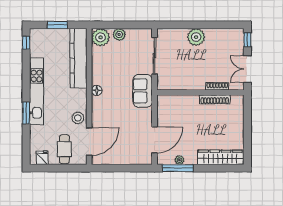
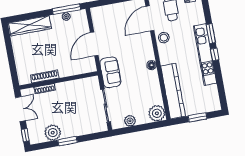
window: (203, 25) -> (68, 141), added
plant: (119, 34) -> (130, 121), moved
plant: (196, 37) -> (53, 133), moved
window: (26, 43) -> (215, 54), moved
door: (155, 140) -> (94, 44), moved

